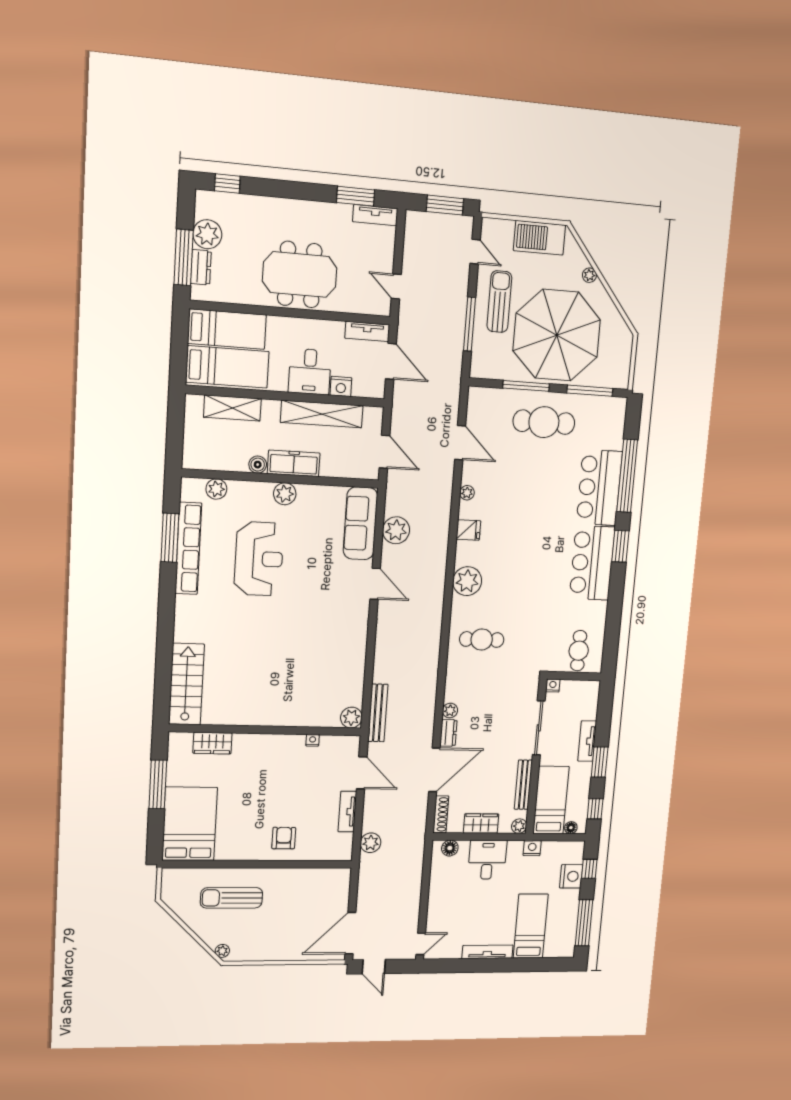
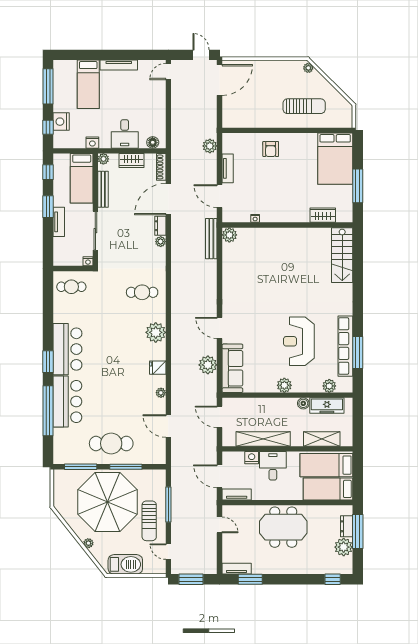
freezer: (294, 463) -> (327, 406), moved
cafe table: (579, 651) -> (71, 287), turned 90
floor lamp: (571, 828) -> (65, 158), removed

